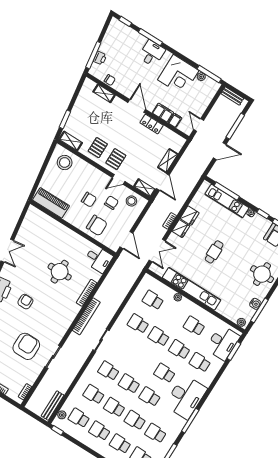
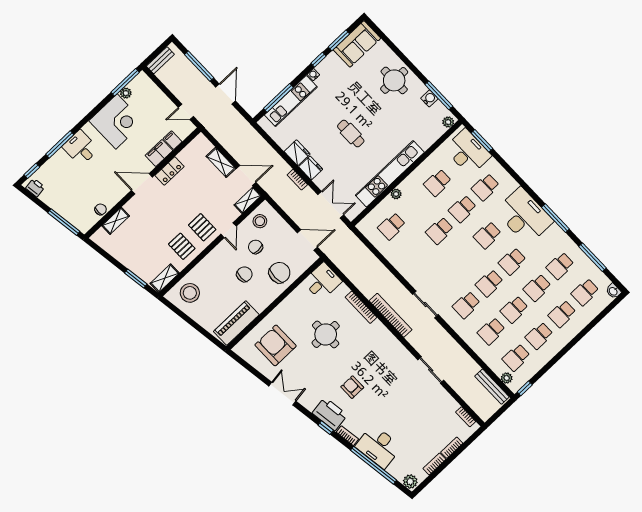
printer: (100, 58) -> (35, 188), moved
school desk: (138, 324) -> (417, 252), removed
armchair: (26, 346) -> (276, 345), moved

